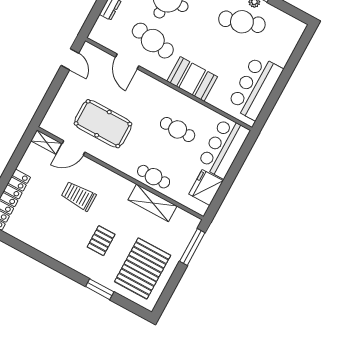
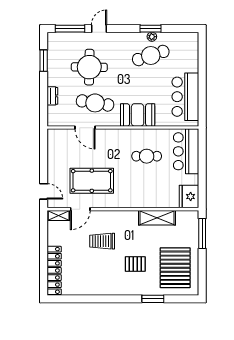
door: (70, 59) -> (44, 191), moved
cafe table: (154, 177) -> (148, 199), removed
fridge: (206, 187) -> (189, 197), moved
pallet: (101, 241) -> (135, 264), turned 90

